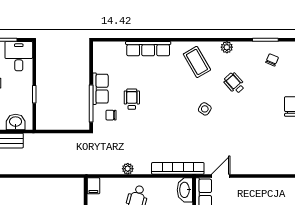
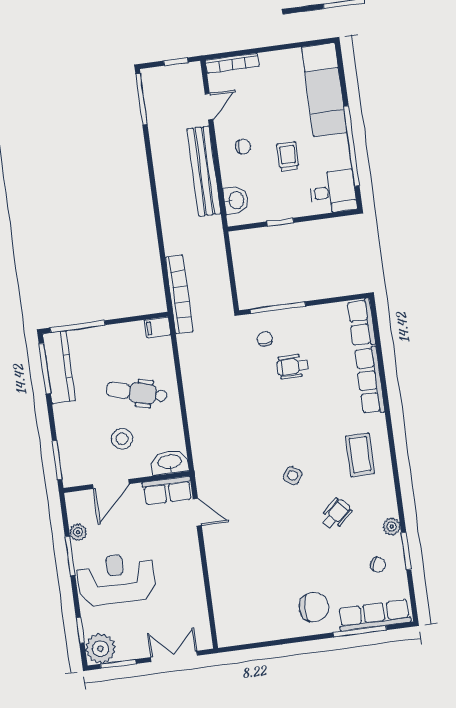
plant: (227, 47) -> (392, 527), moved
coffee table: (197, 62) -> (360, 455), turned -60
row of seats: (100, 89) -> (361, 323), moved, turned 90
wheelchair: (132, 99) -> (292, 366), turned 180
bookcase: (178, 168) -> (179, 294), moved
plant: (128, 169) -> (189, 374), removed

